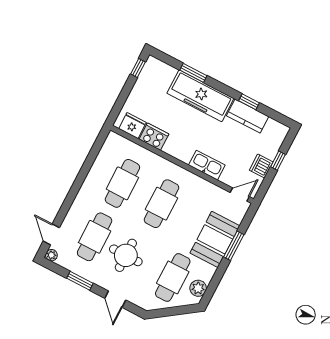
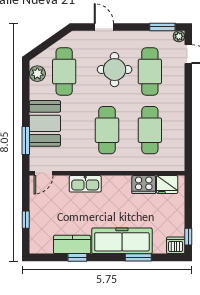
dishwasher: (261, 166) -> (176, 245), moved, turned -90
window: (234, 246) -> (26, 141), moved
window: (80, 281) -> (162, 27), moved

